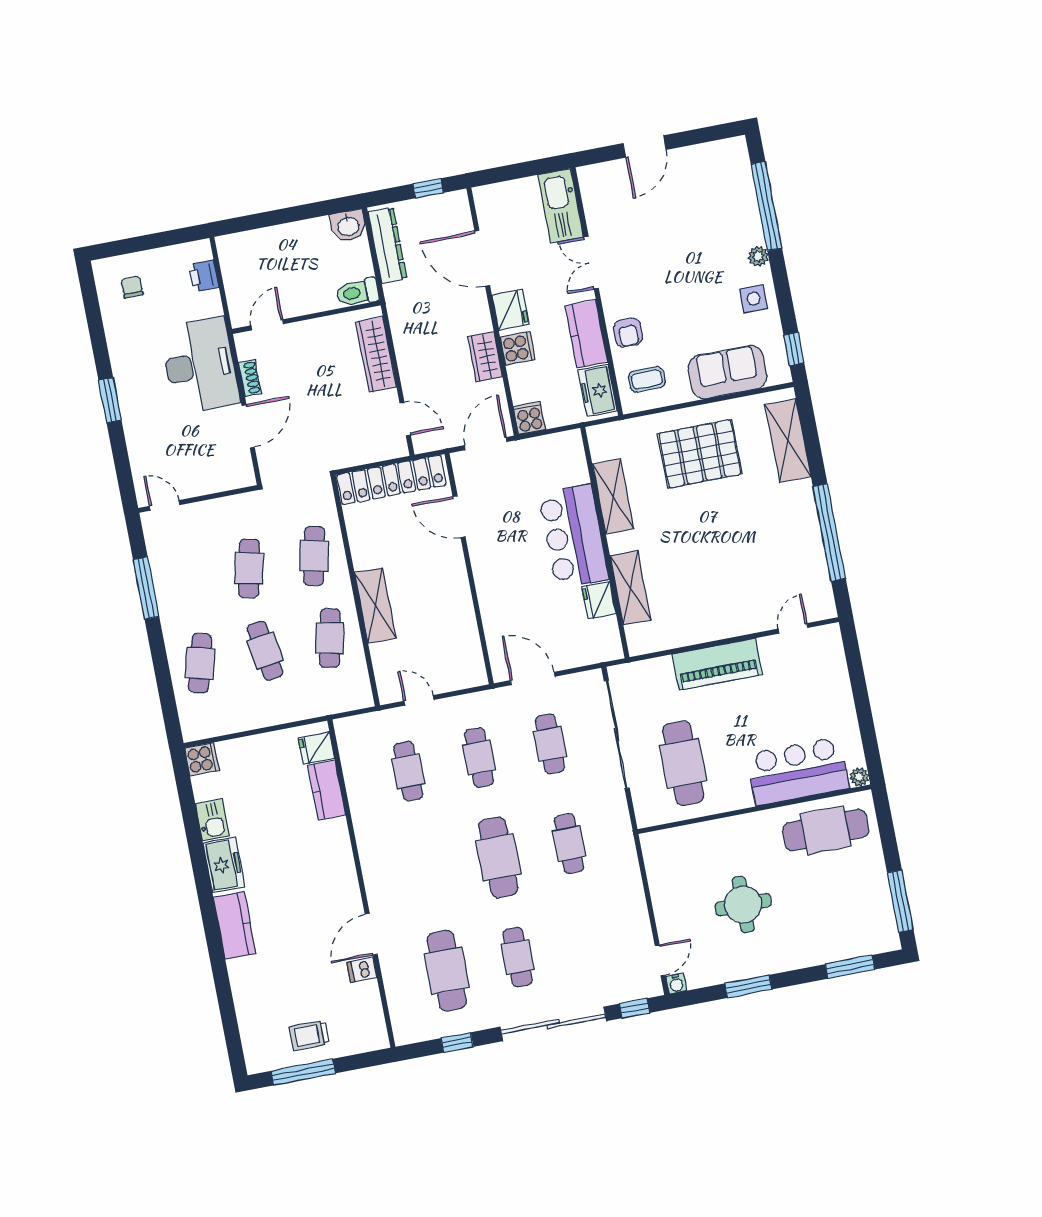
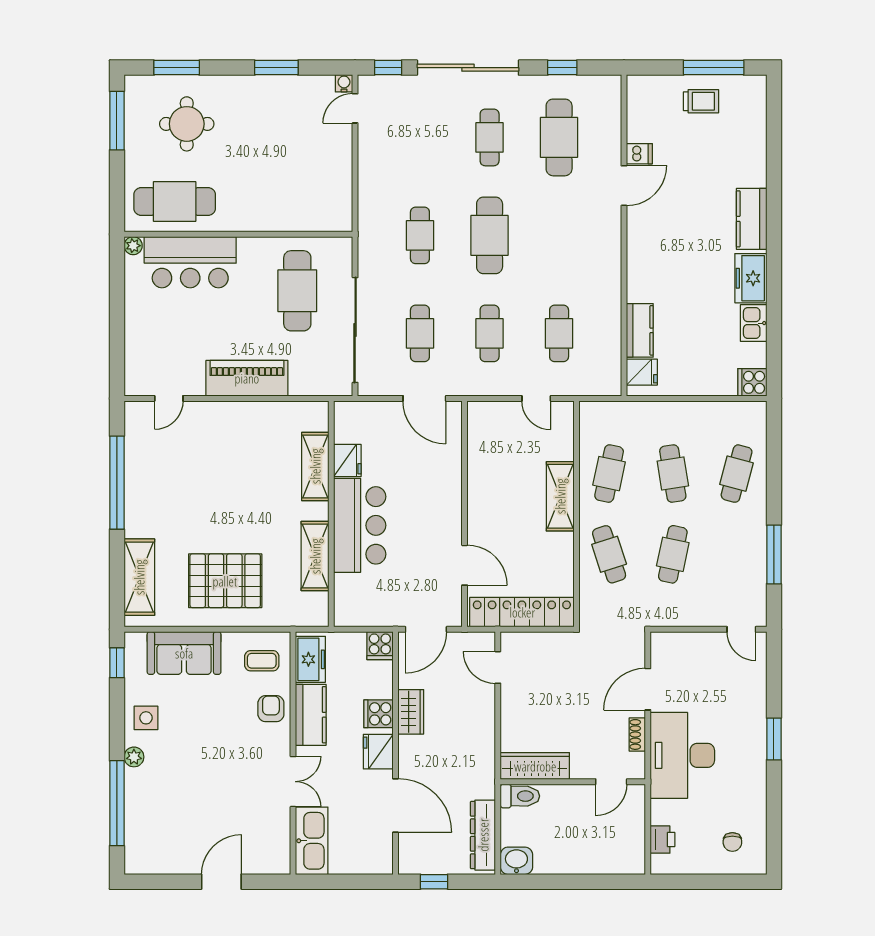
wardrobe: (376, 354) -> (535, 766), moved, turned -90
cafe table: (314, 556) -> (609, 554), turned -30
round table: (743, 905) -> (187, 124), moved

